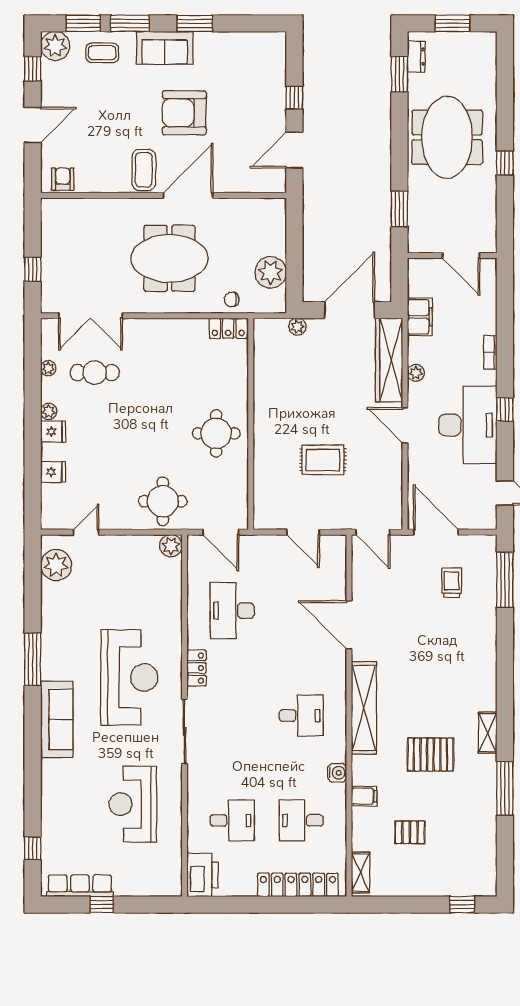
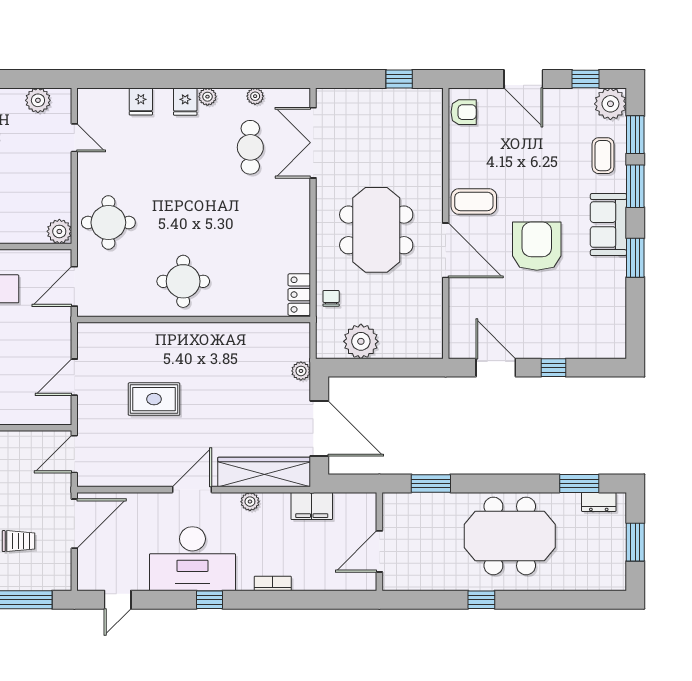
window: (33, 269) -> (399, 79), moved
rug: (323, 460) -> (154, 399), turned 90
plant: (56, 565) -> (38, 100), width x0.73, depth x0.73

